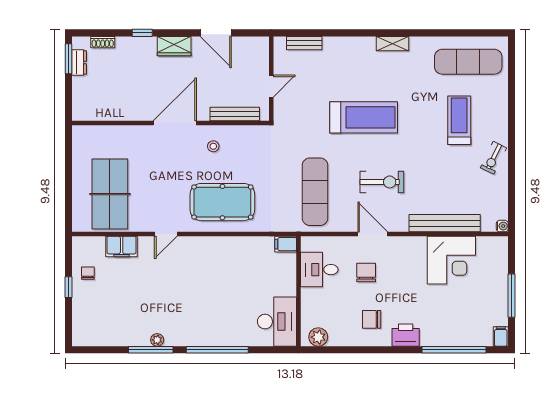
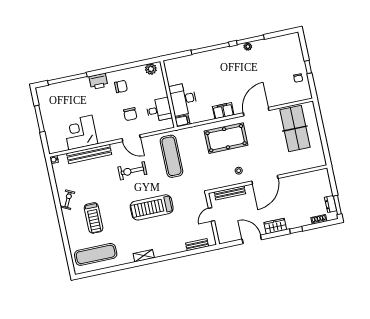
door: (166, 234) -> (256, 112), width x1.88
filing cabinet: (122, 247) -> (223, 111), moved
desk: (277, 322) -> (183, 99), moved
filing cabinet: (501, 336) -> (41, 93), removed

